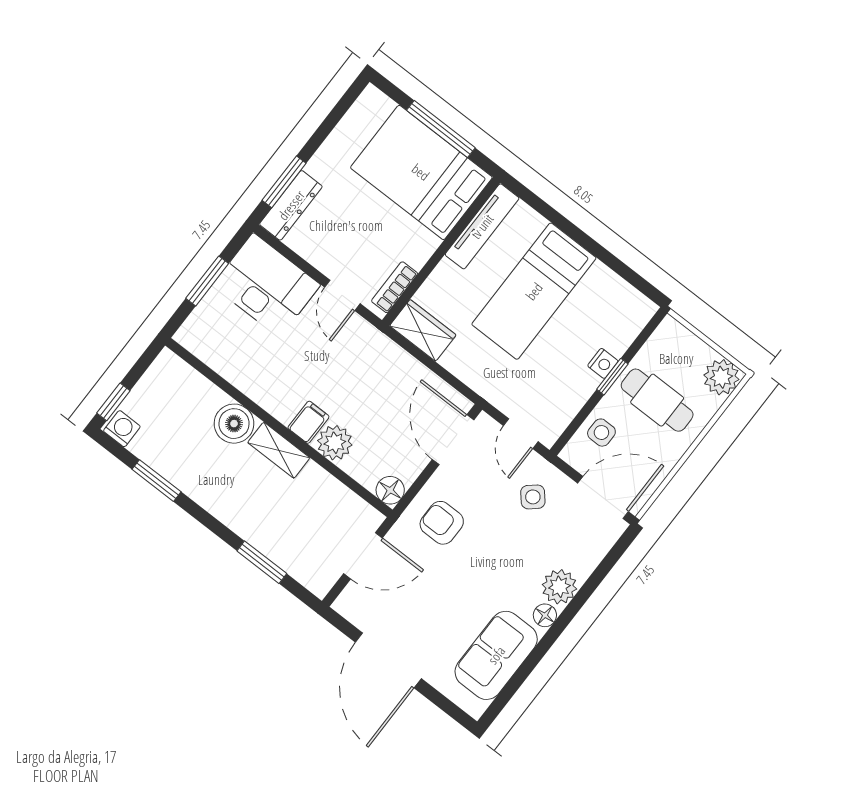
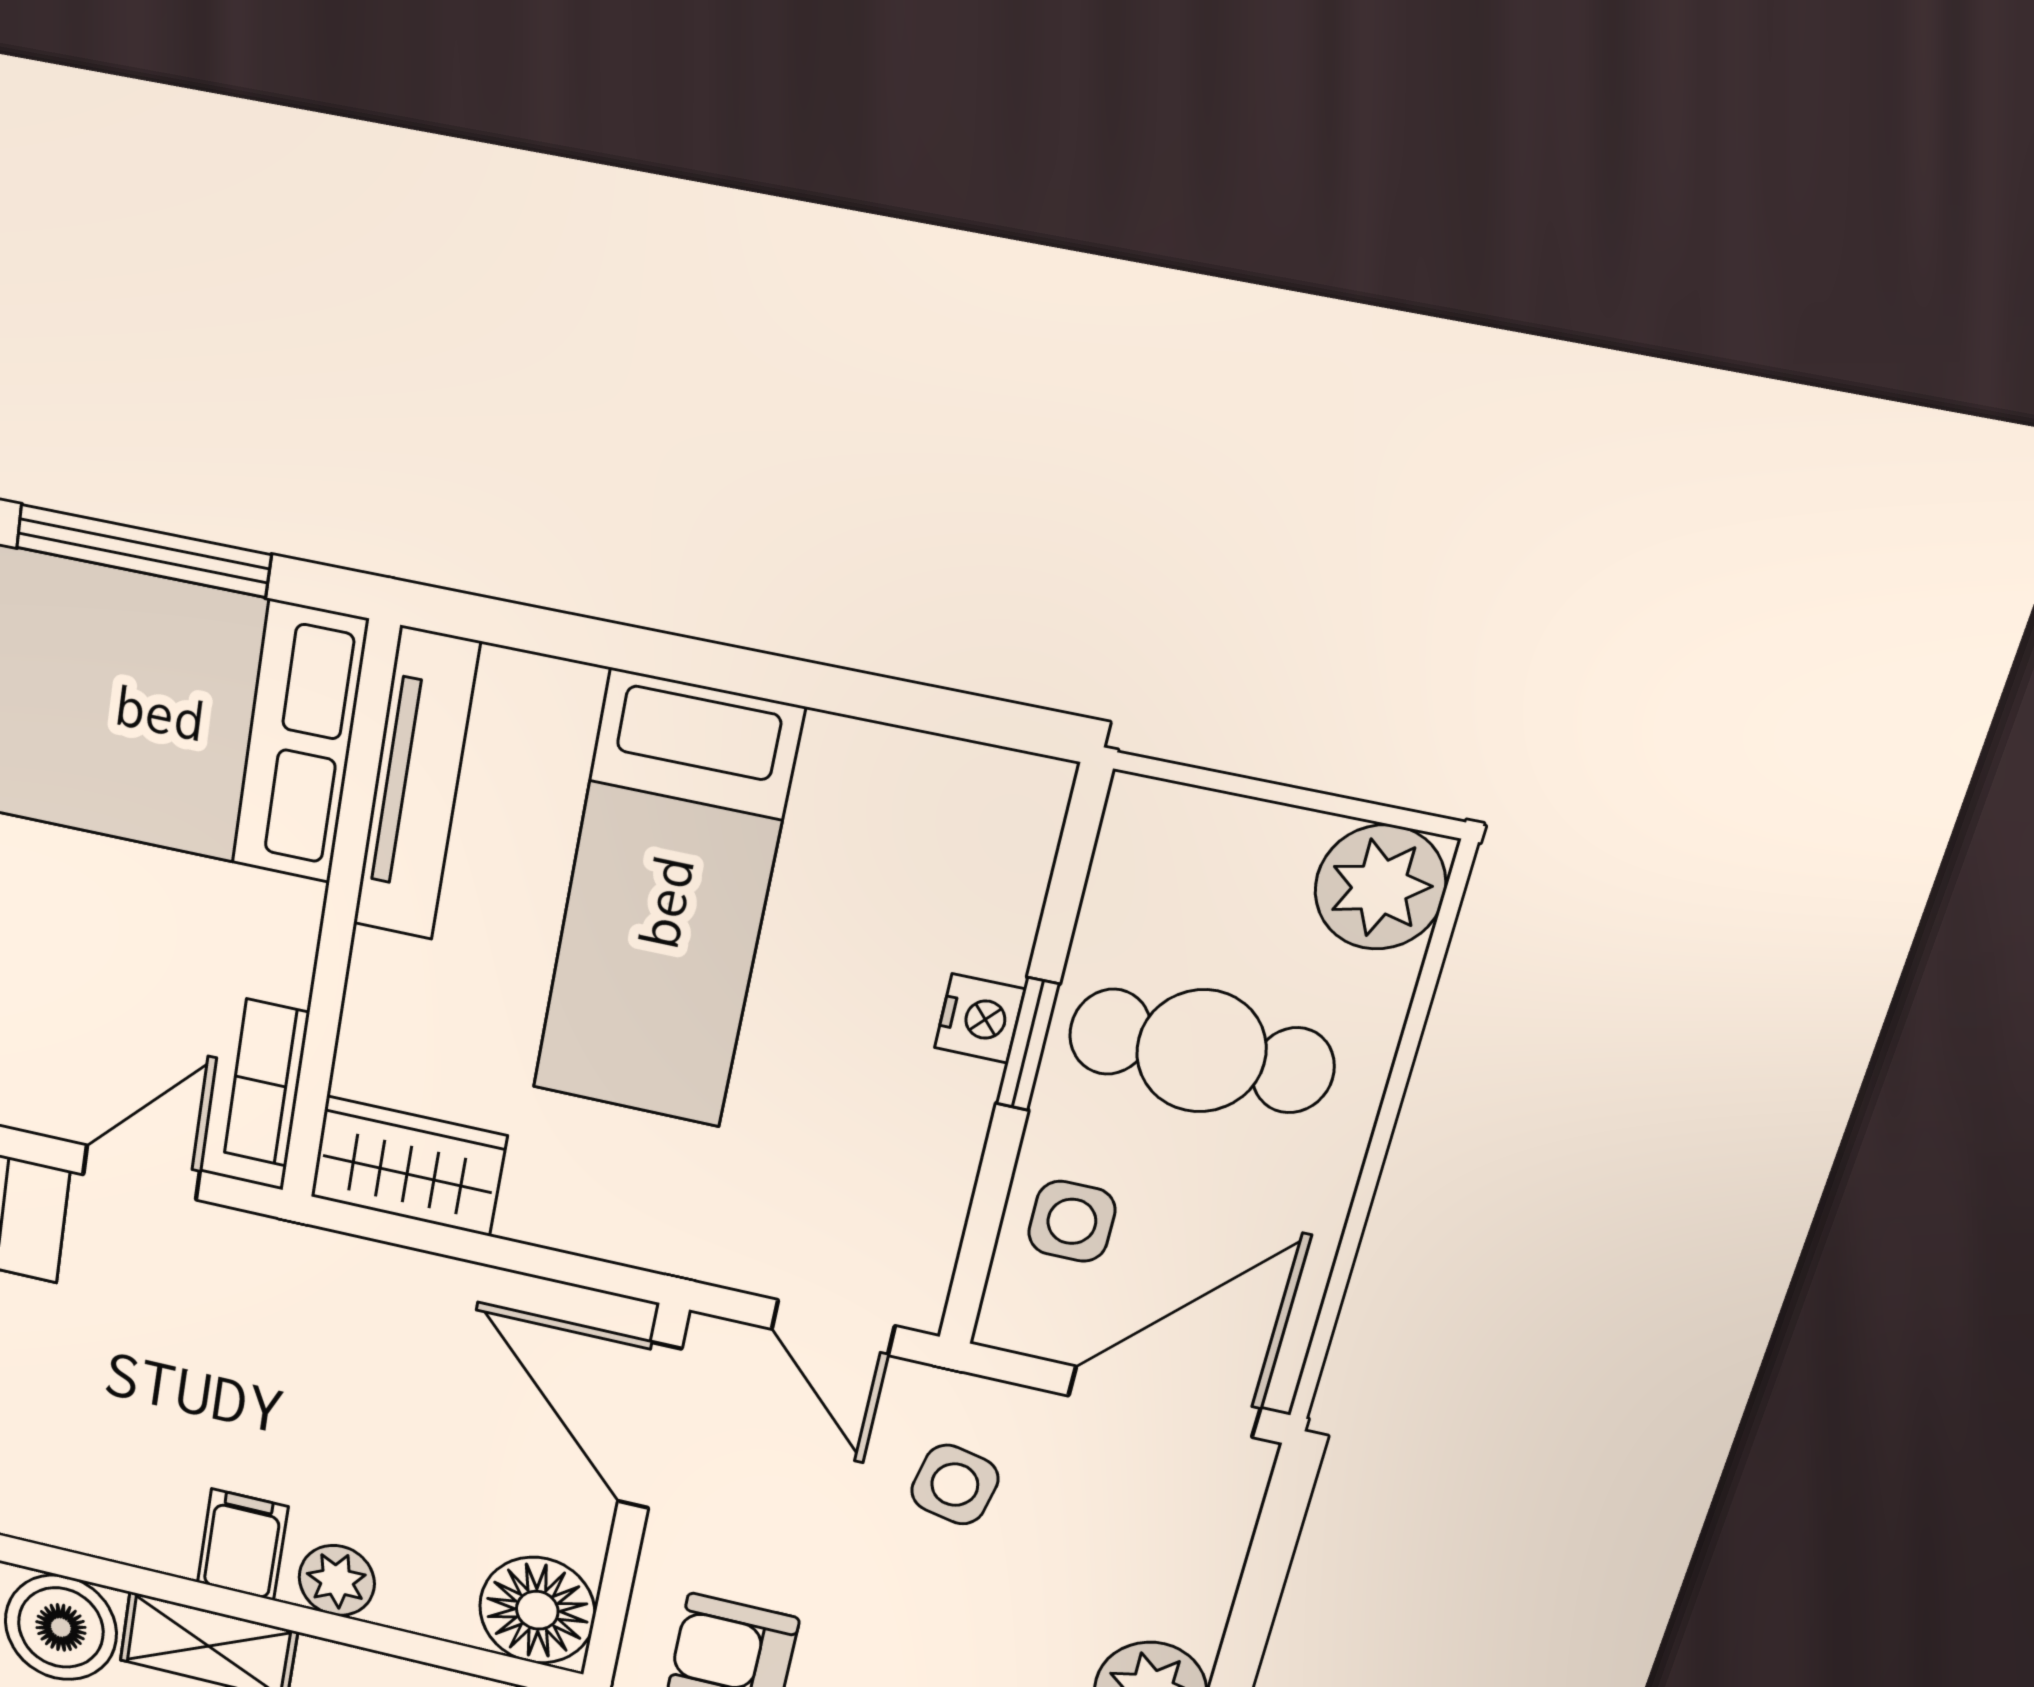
door: (342, 295) -> (141, 1172), swing flipped
plant: (335, 443) -> (337, 1580), width x0.73, depth x0.73
floor lamp: (390, 490) -> (537, 1610), width x1.38, depth x1.38
side table: (533, 497) -> (955, 1485), turned -37

